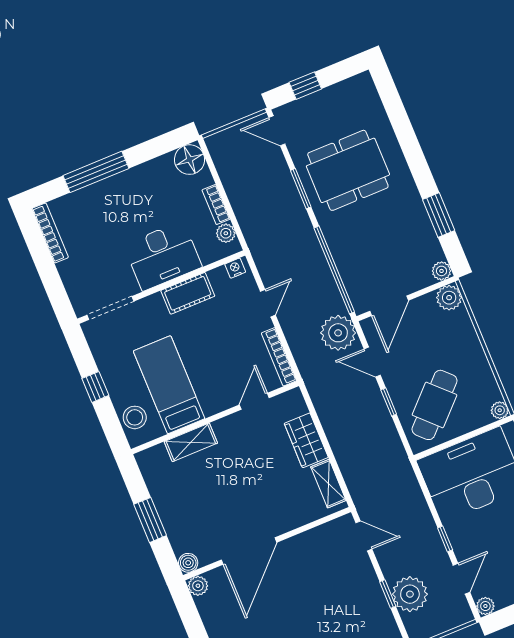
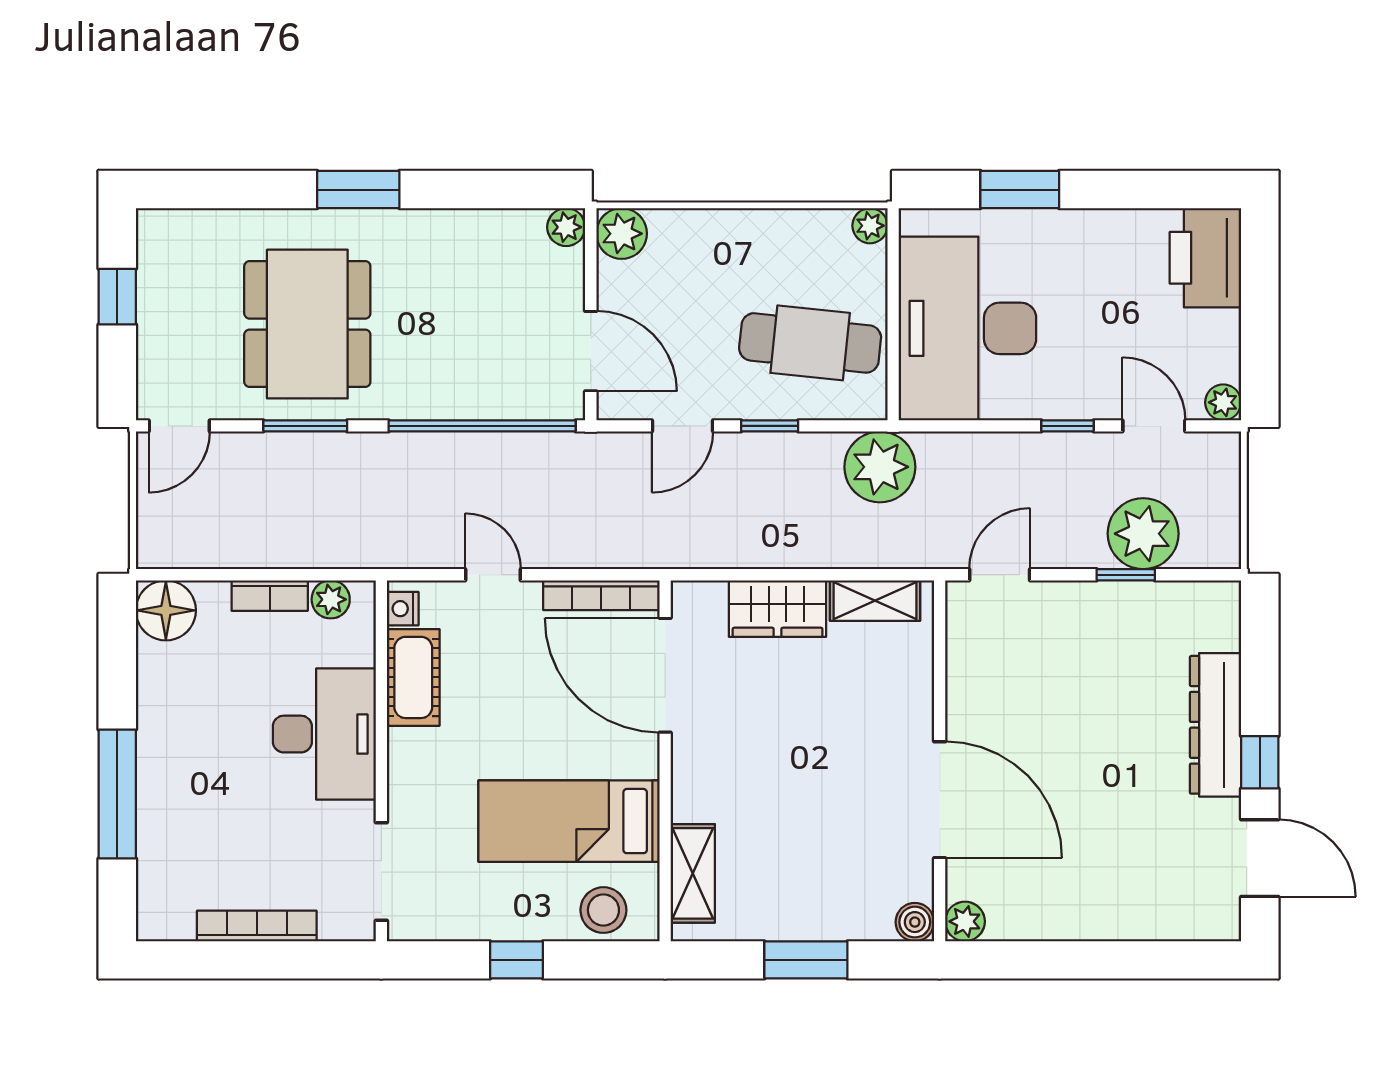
window: (305, 86) -> (117, 297), moved
window: (439, 215) -> (358, 190), moved
bookcase: (50, 233) -> (257, 926), moved
cot: (188, 293) -> (413, 677), moved
plant: (338, 333) -> (880, 467), moved
door: (254, 401) -> (665, 675), width x1.87
cafe table: (434, 405) -> (810, 343), turned -39
shelving: (191, 442) -> (693, 873), moved

